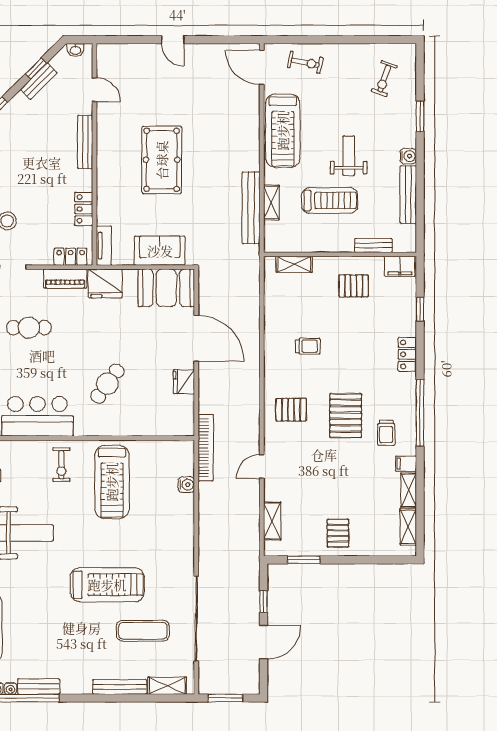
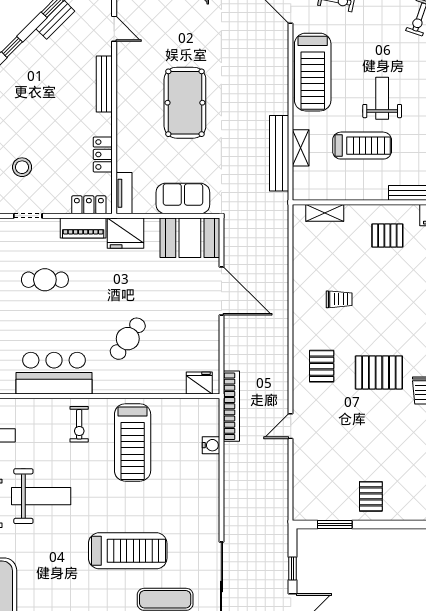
fridge: (184, 382) -> (199, 383), moved, turned 90
pallet: (291, 410) -> (322, 366), turned 90
pallet: (346, 416) -> (379, 372), turned 90
shelving: (272, 521) -> (301, 484), removed

